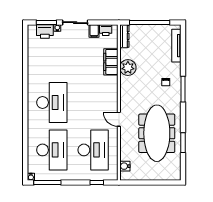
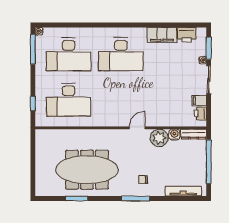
printer: (45, 31) -> (187, 35), moved, turned -90
filing cabinet: (111, 62) -> (162, 35), moved, turned 180
door: (119, 119) -> (137, 128), moved
water cooler: (125, 166) -> (174, 134), moved

